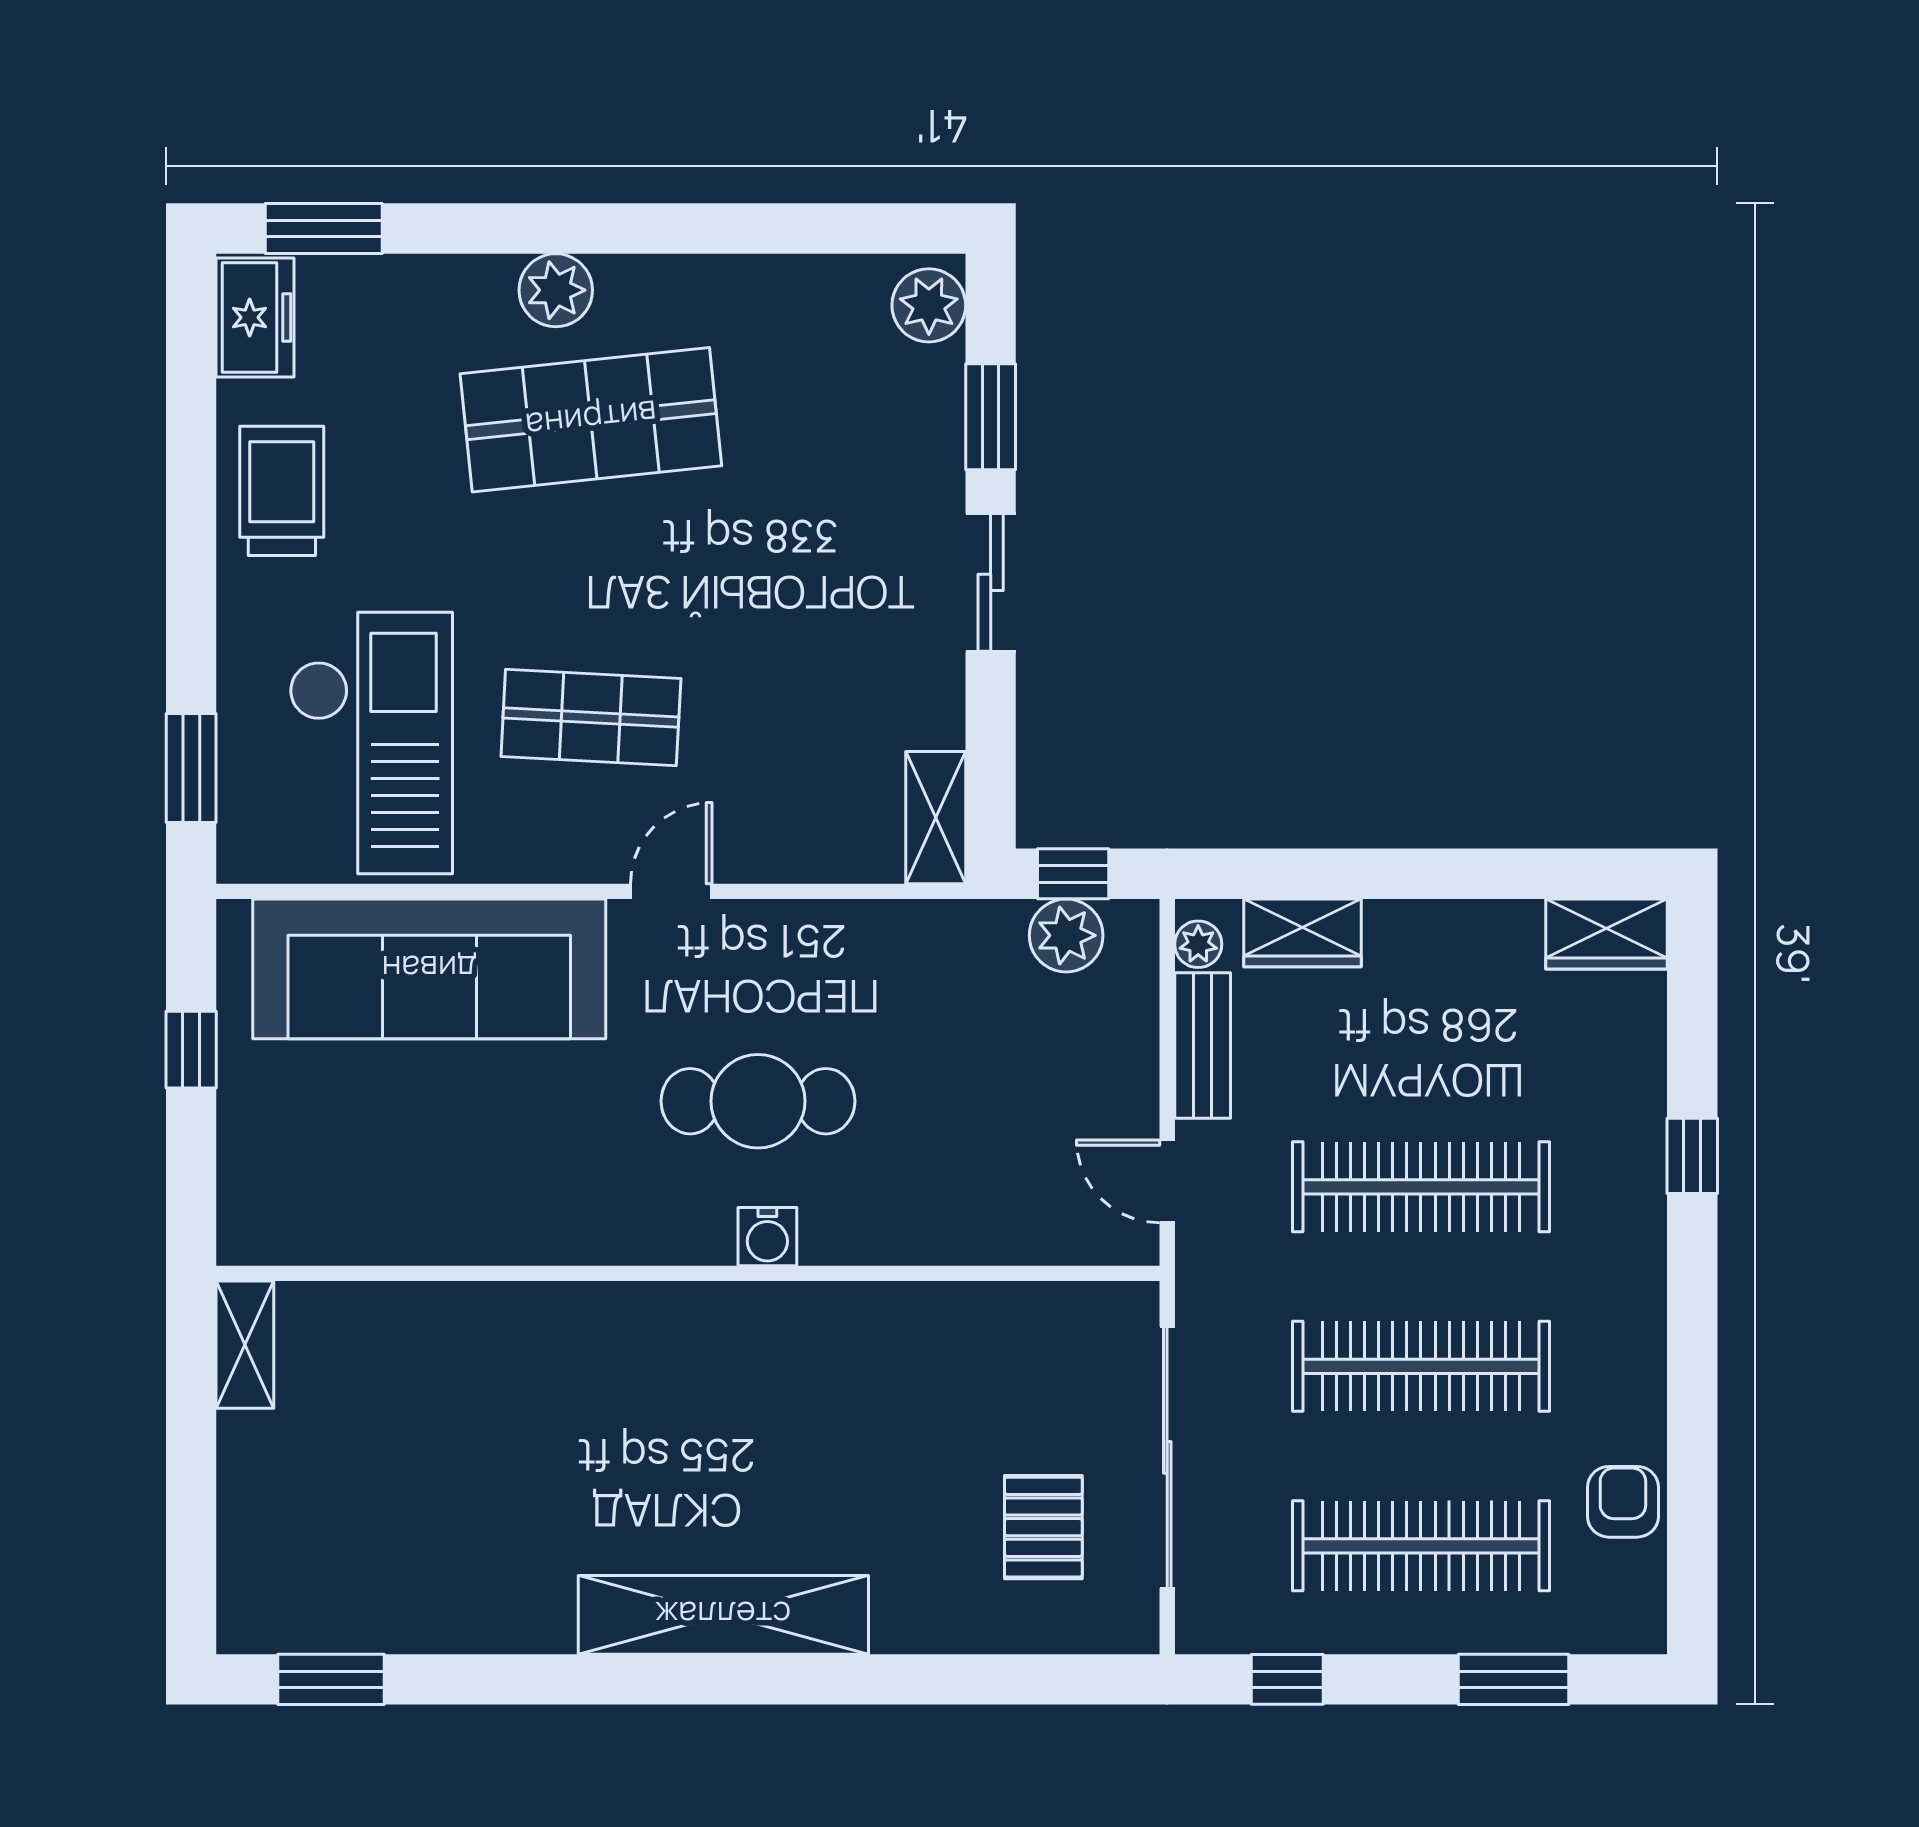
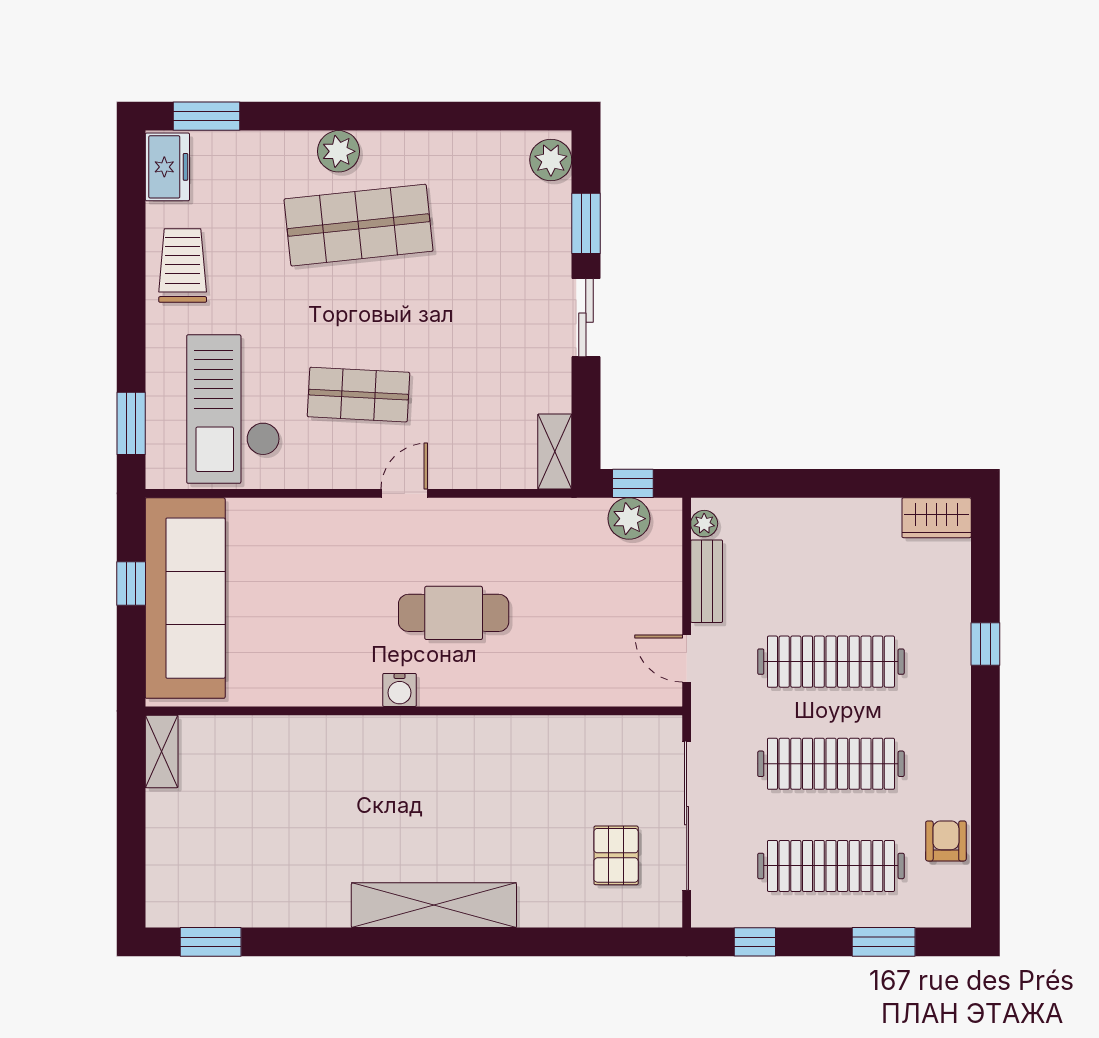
checkout: (371, 743) -> (233, 409), turned 180
wardrobe: (1303, 933) -> (764, 517), removed
sofa: (429, 969) -> (185, 598), moved, turned -90
water cooler: (767, 1237) -> (400, 690), moved

